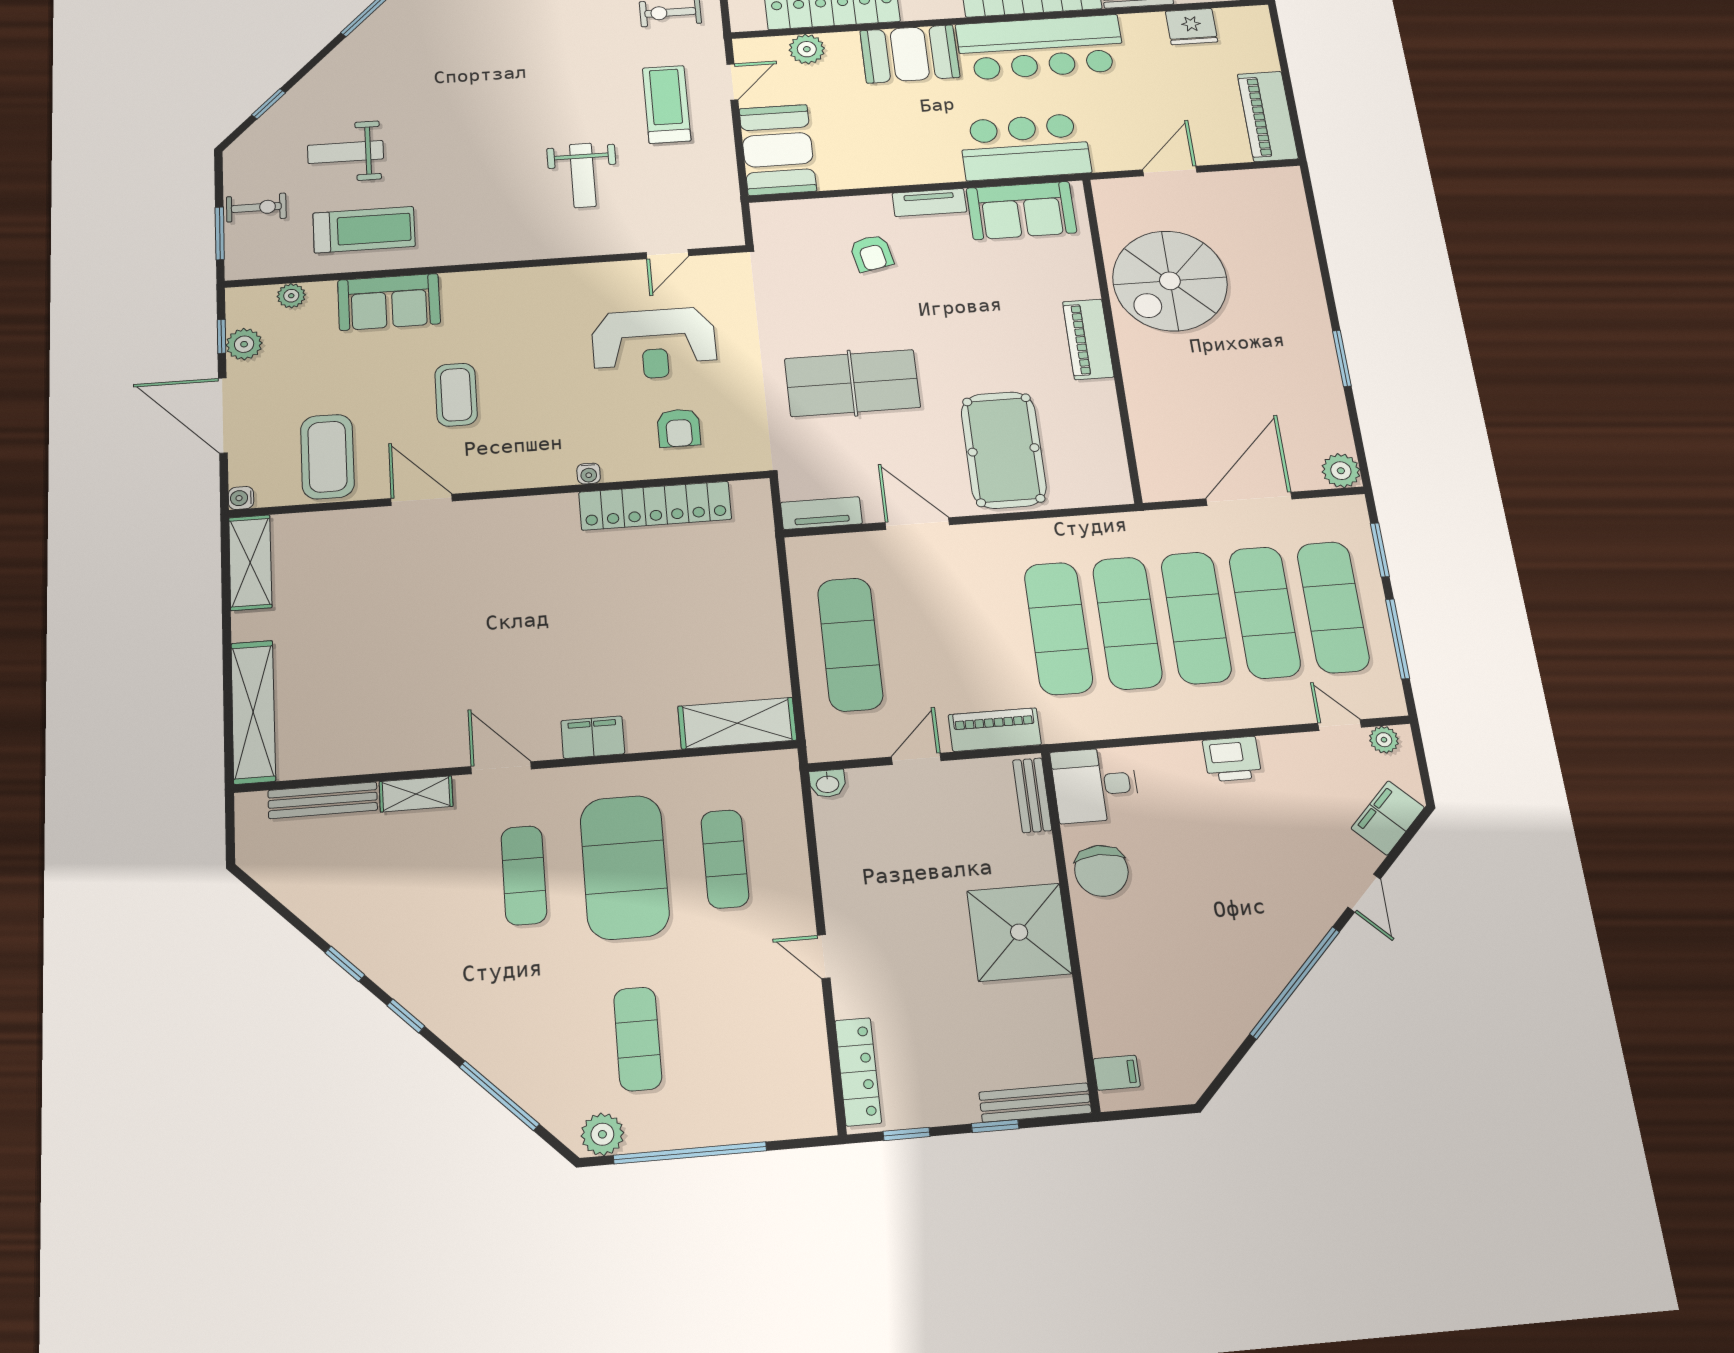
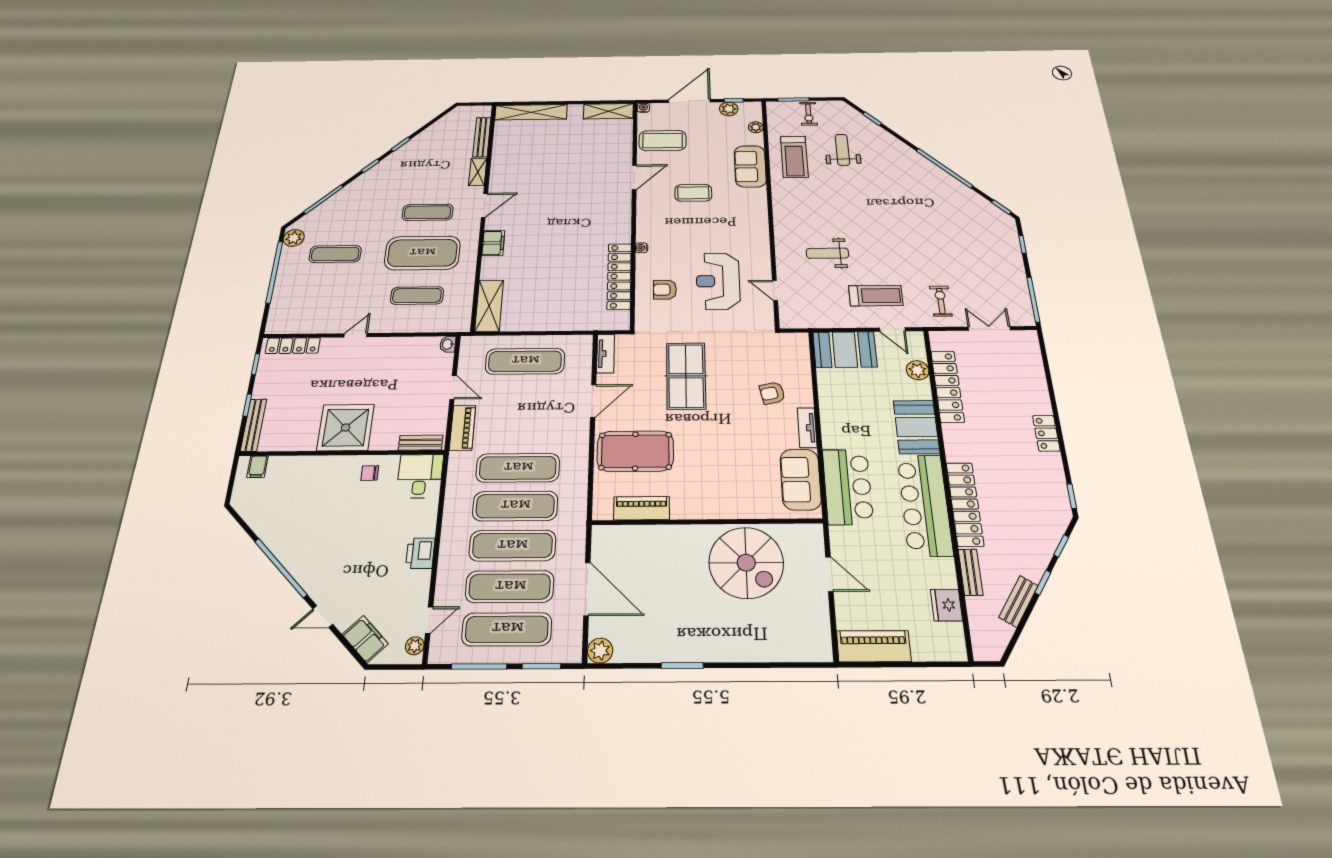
spiral stairs: (1170, 281) -> (746, 563), turned 180
piano: (1088, 339) -> (642, 508), moved
chair: (1101, 871) -> (370, 473), width x0.54, depth x0.54

